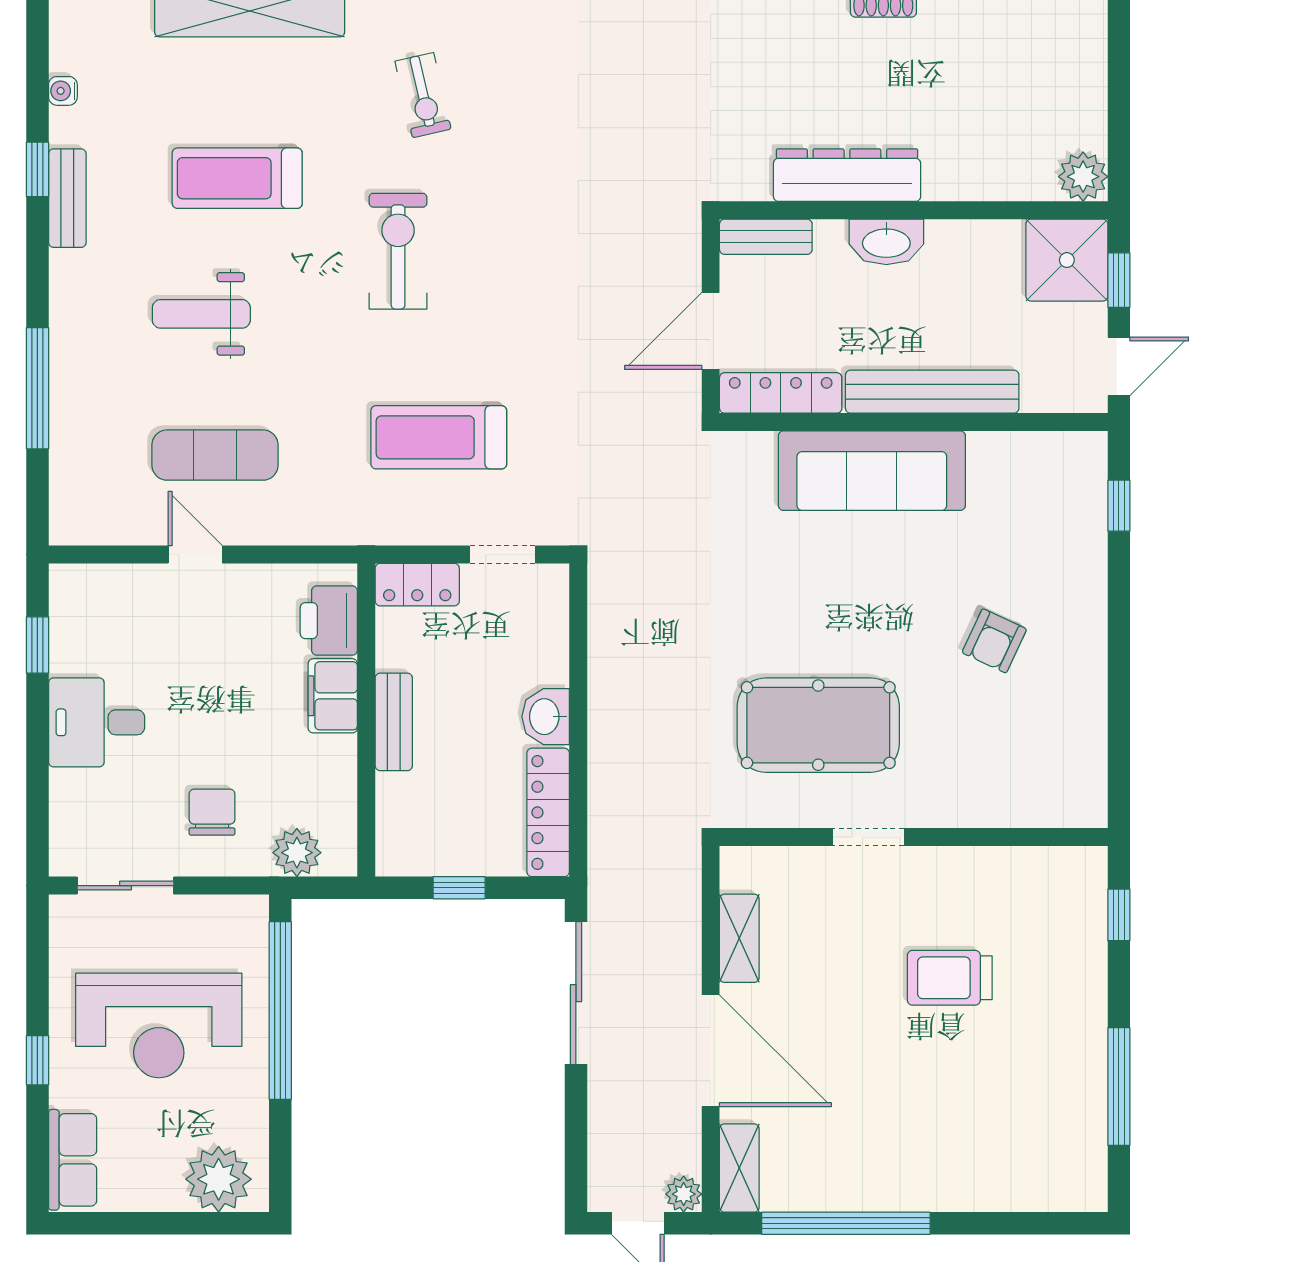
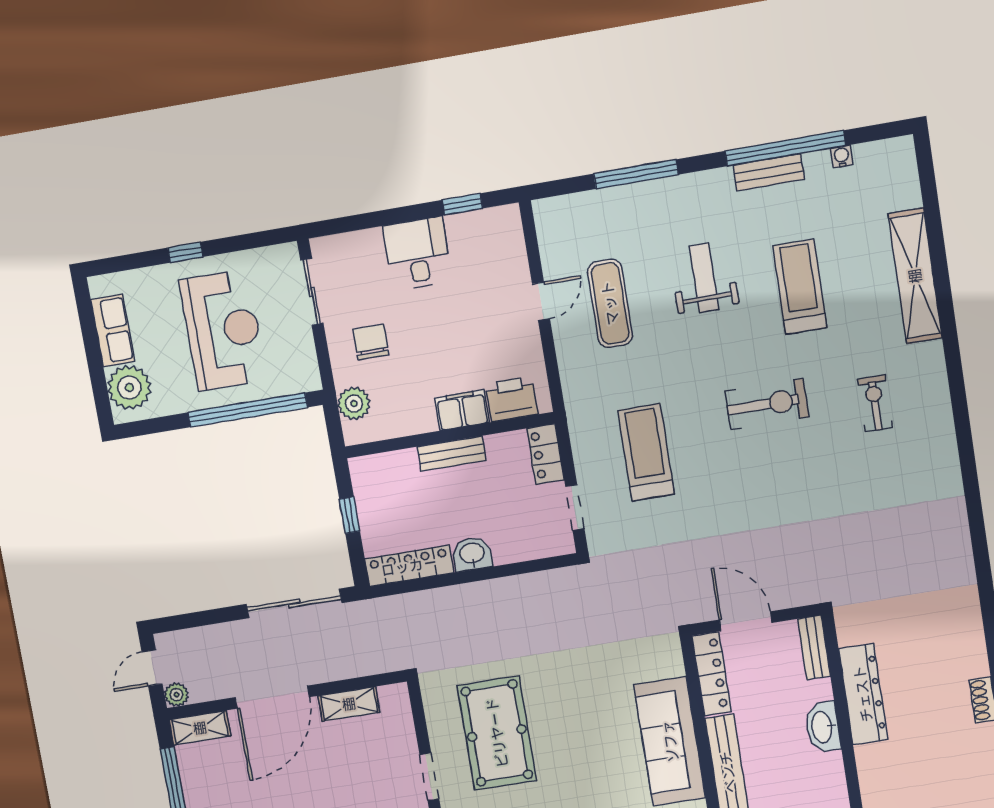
exercise bike: (423, 95) -> (875, 403), turned 103
window: (37, 169) -> (785, 148), width x3.17
chair: (212, 812) -> (371, 342), turned -90
reception desk: (159, 1025) -> (223, 330), turned 180
row of seats: (73, 1160) -> (113, 330), moved, turned -90

